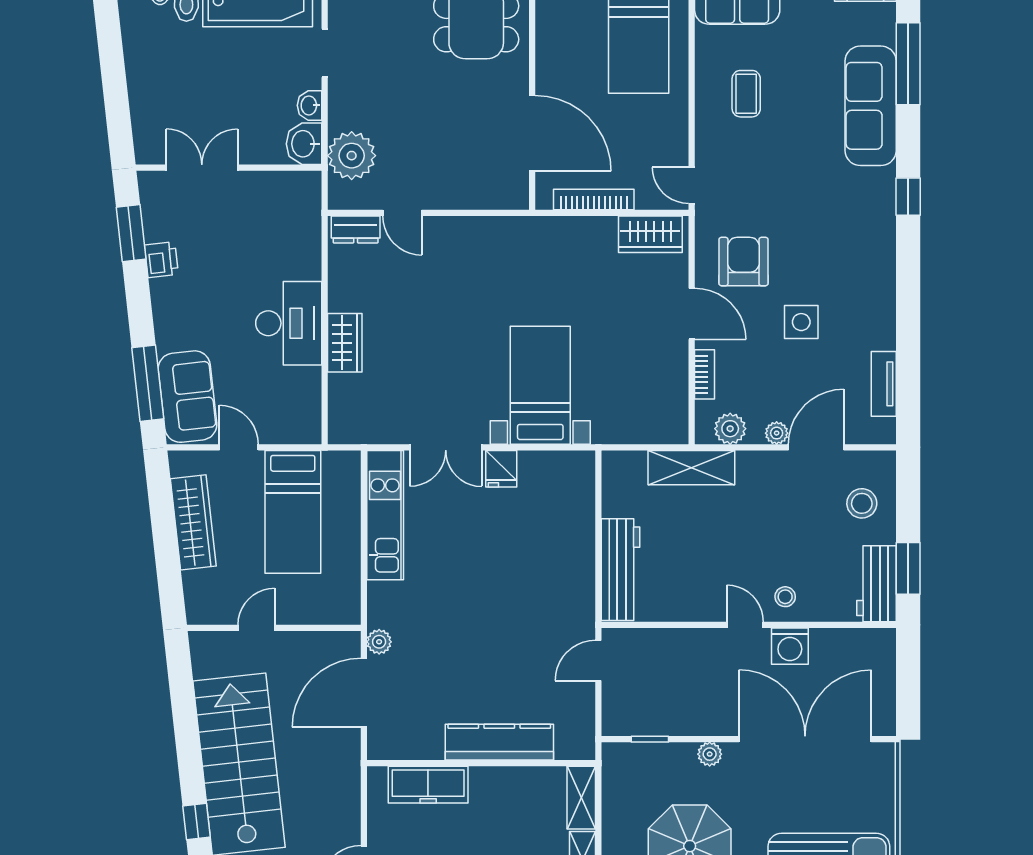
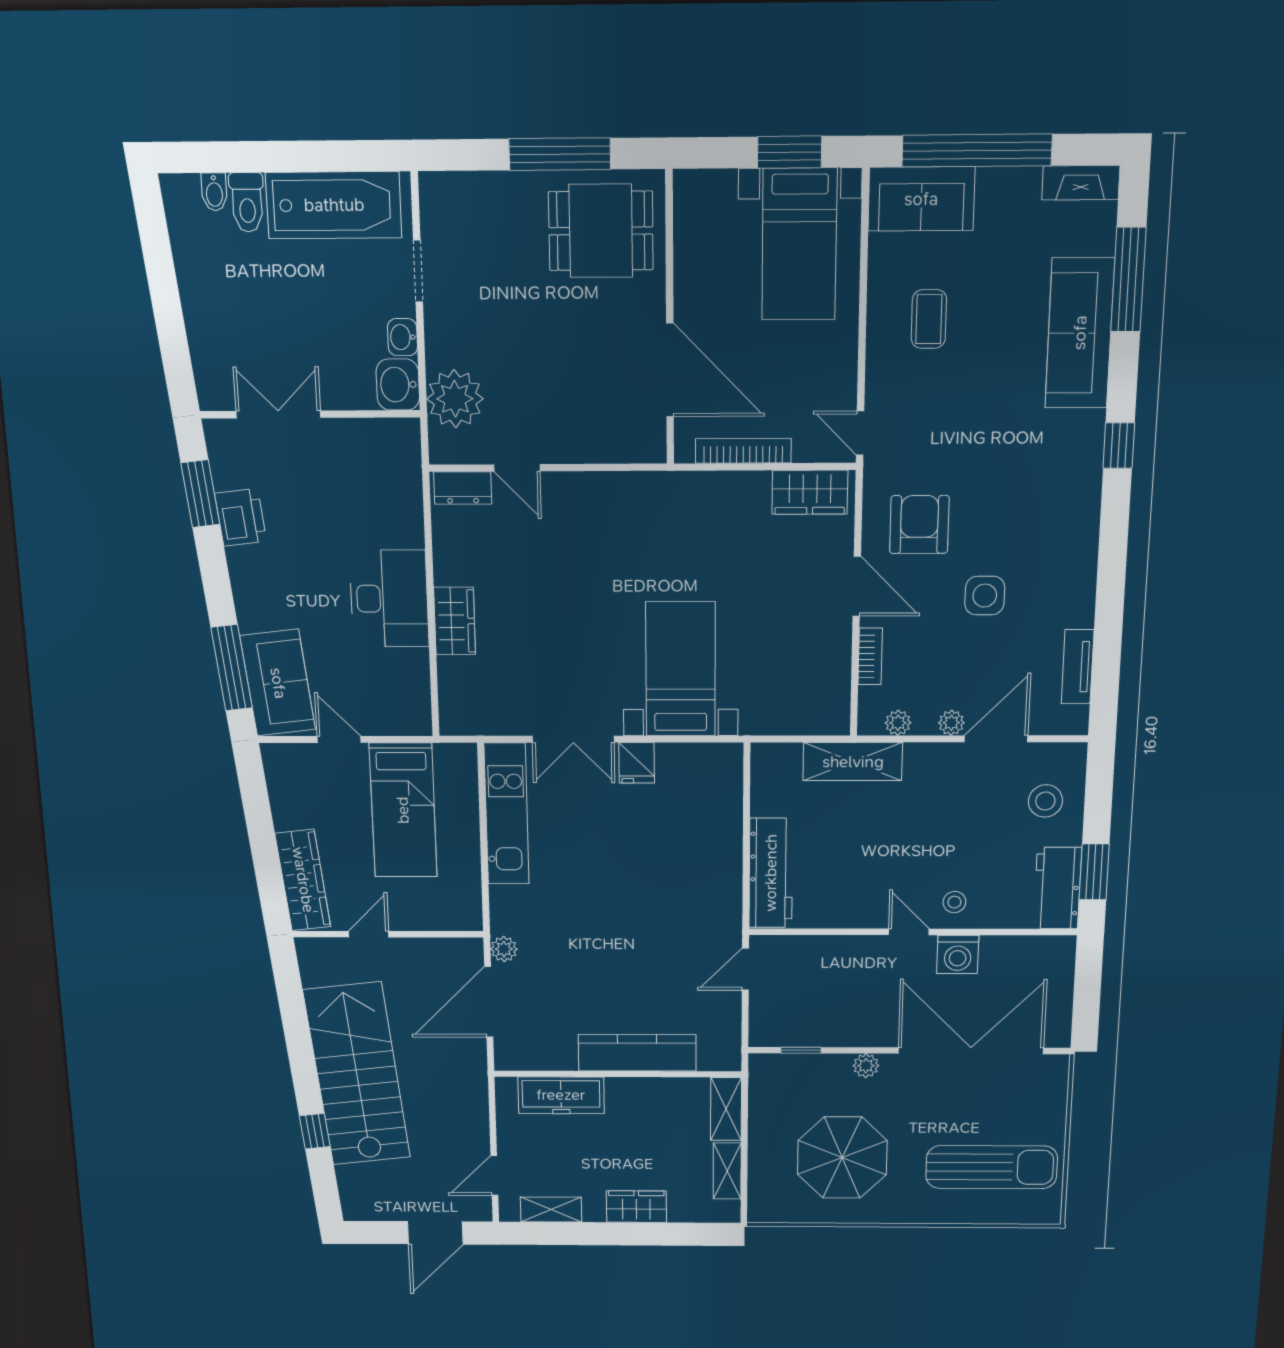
printer: (161, 260) -> (241, 517), width x1.36, depth x1.24
plant: (730, 429) -> (898, 723), width x0.73, depth x0.73
wardrobe: (193, 522) -> (303, 880), moved

